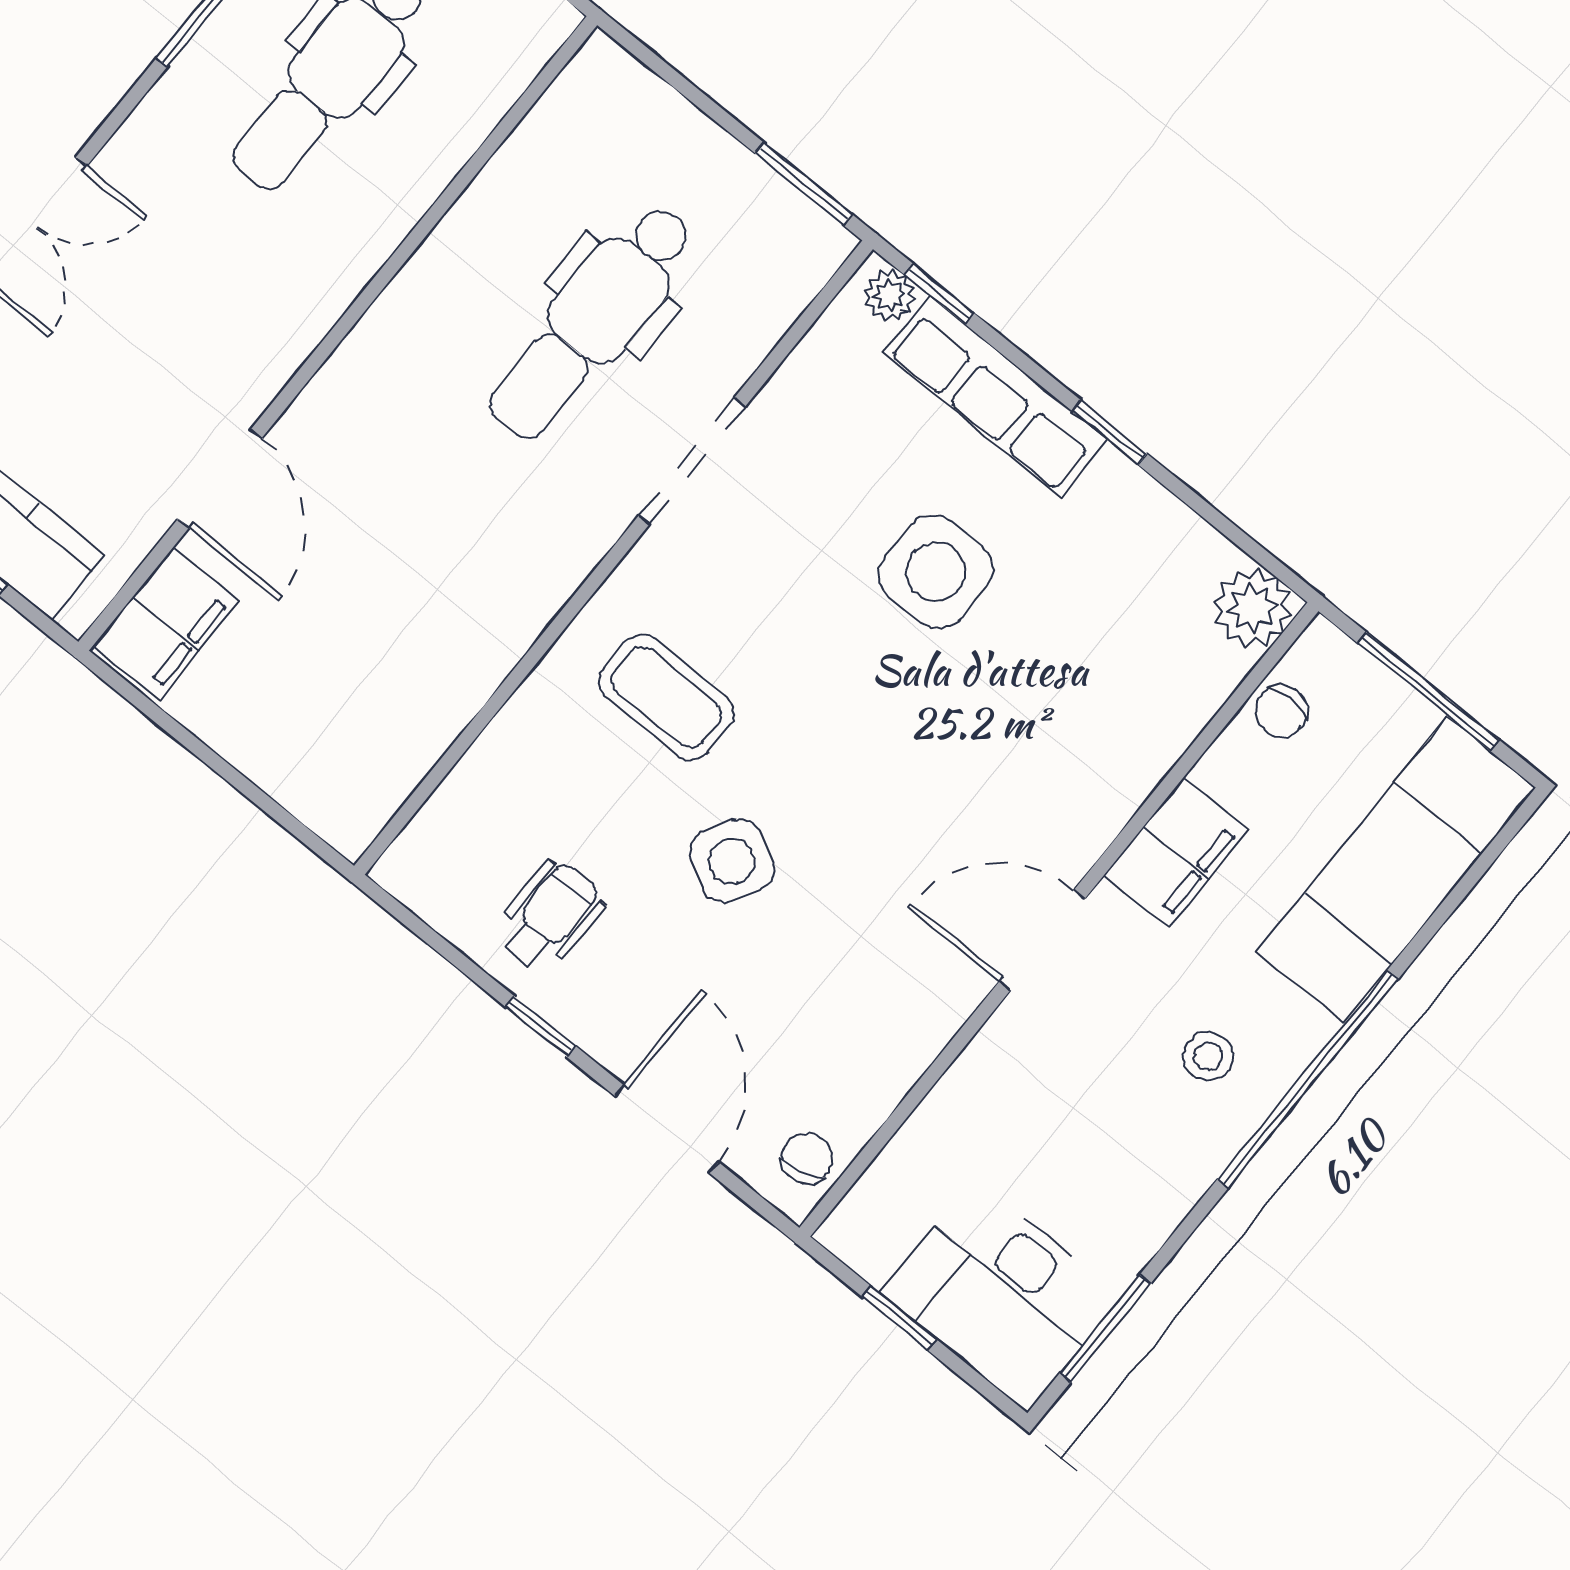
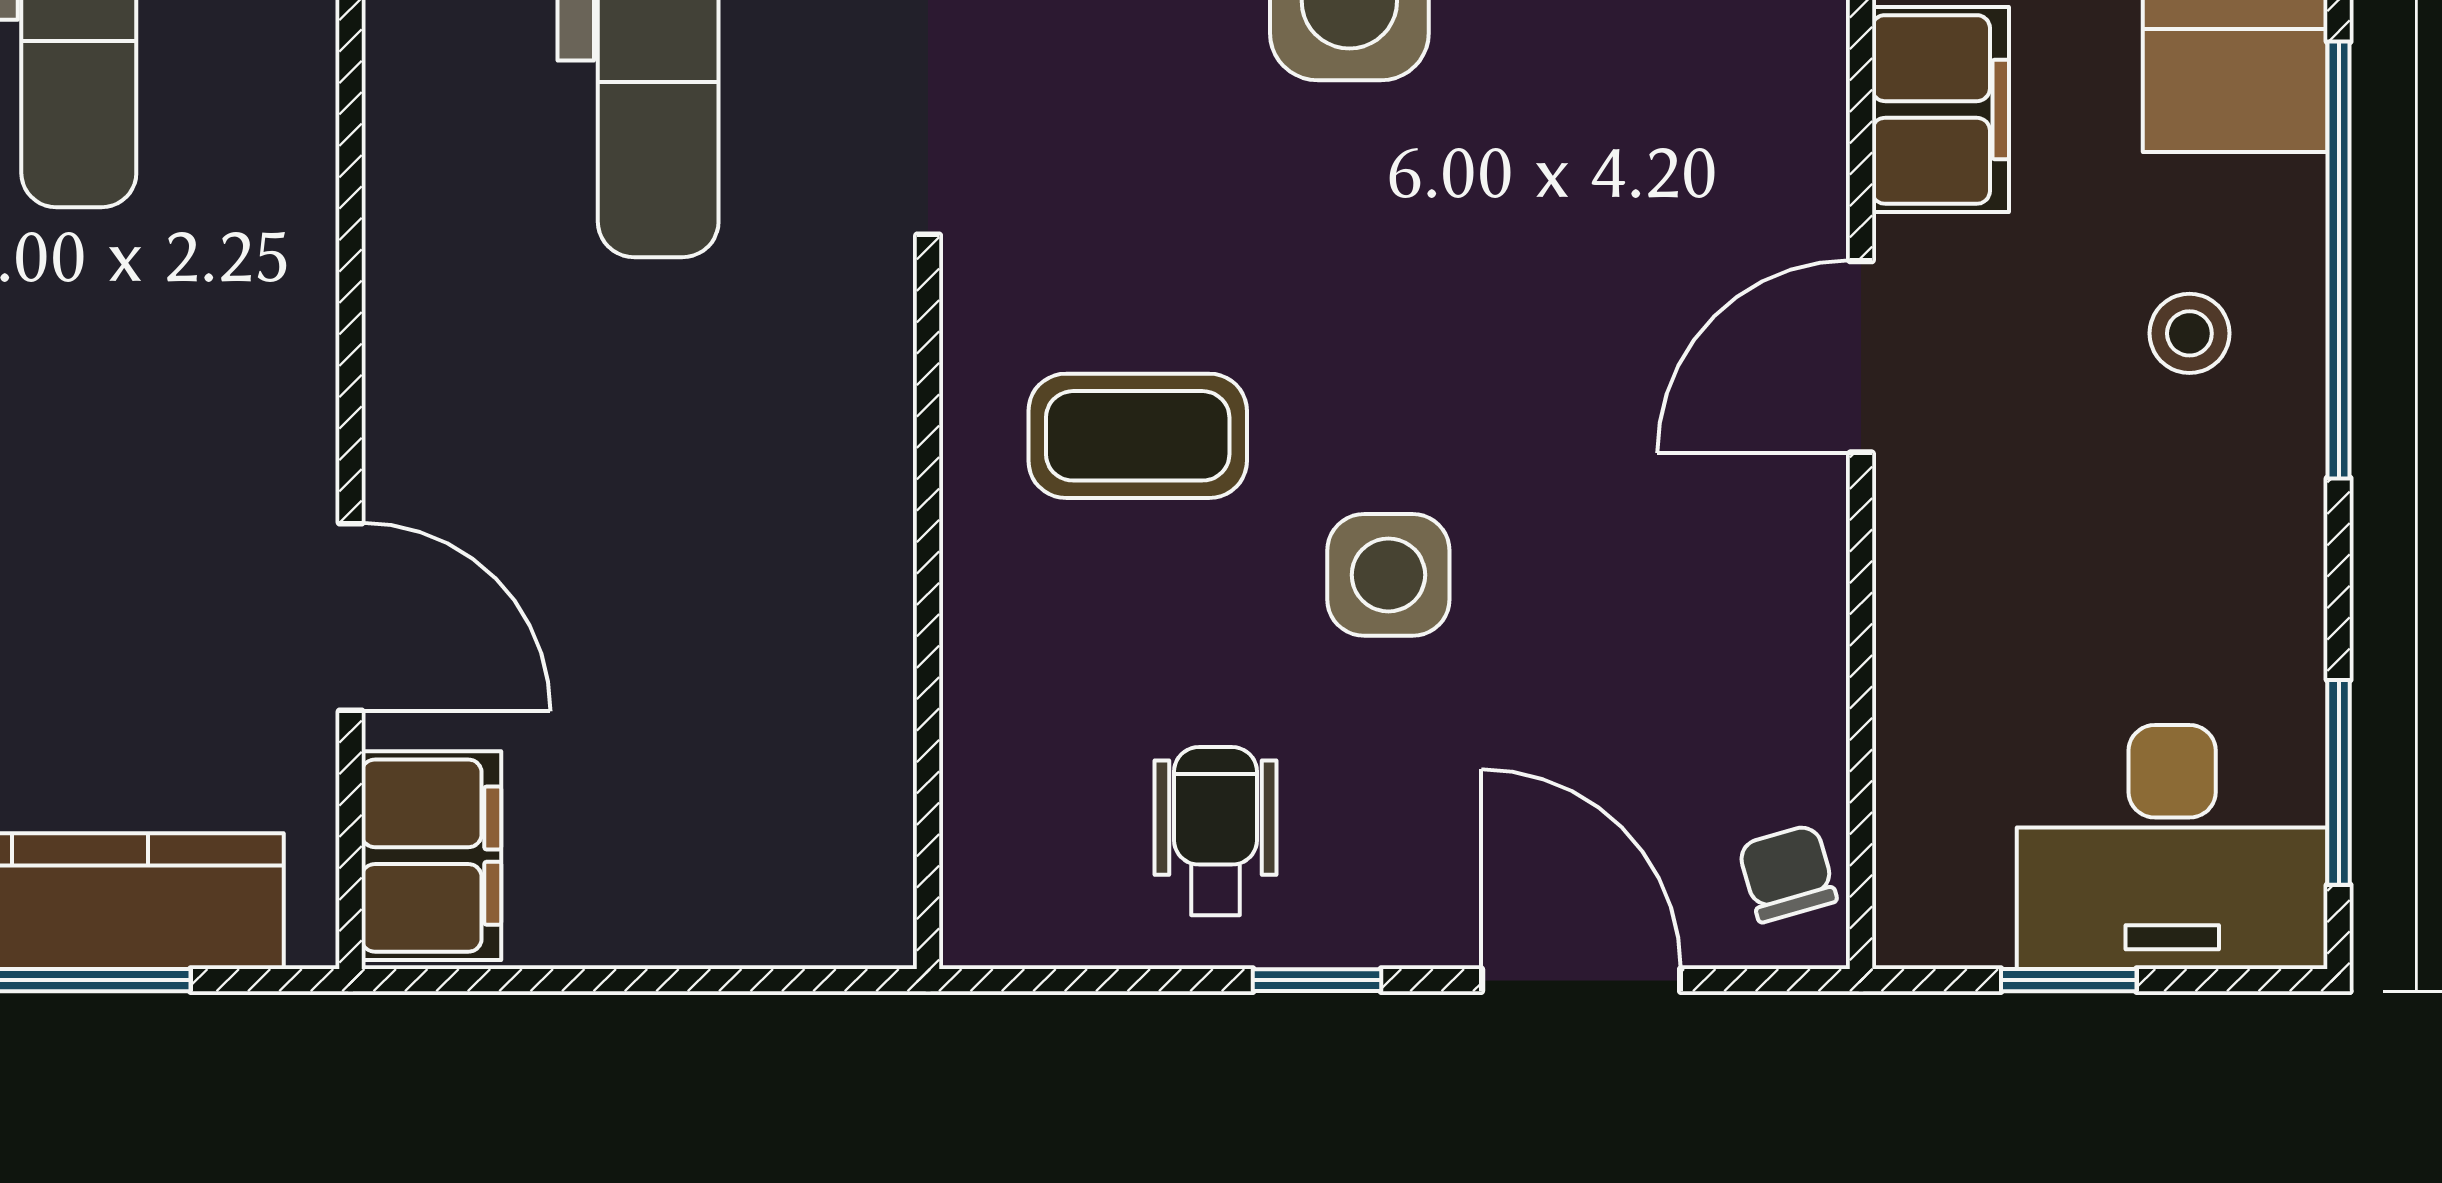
side table: (732, 861) -> (1388, 575), turned -30

